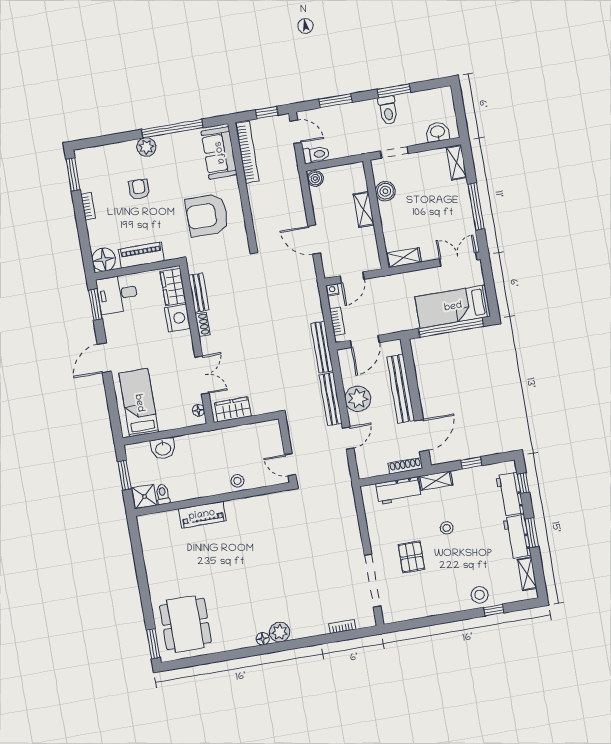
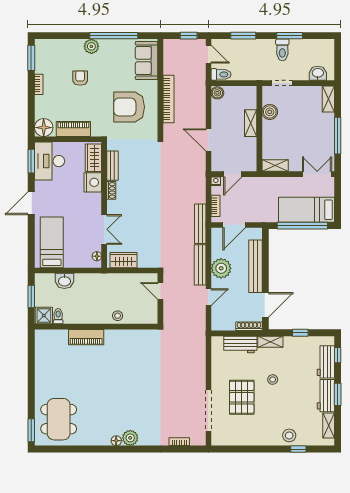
bookcase: (247, 152) -> (168, 99), moved
desk: (117, 294) -> (50, 161), width x1.37
door: (290, 465) -> (160, 291), moved
pallet: (411, 557) -> (242, 397), width x1.50, depth x1.42

